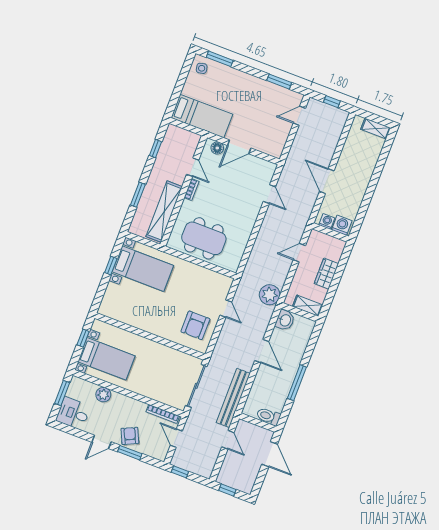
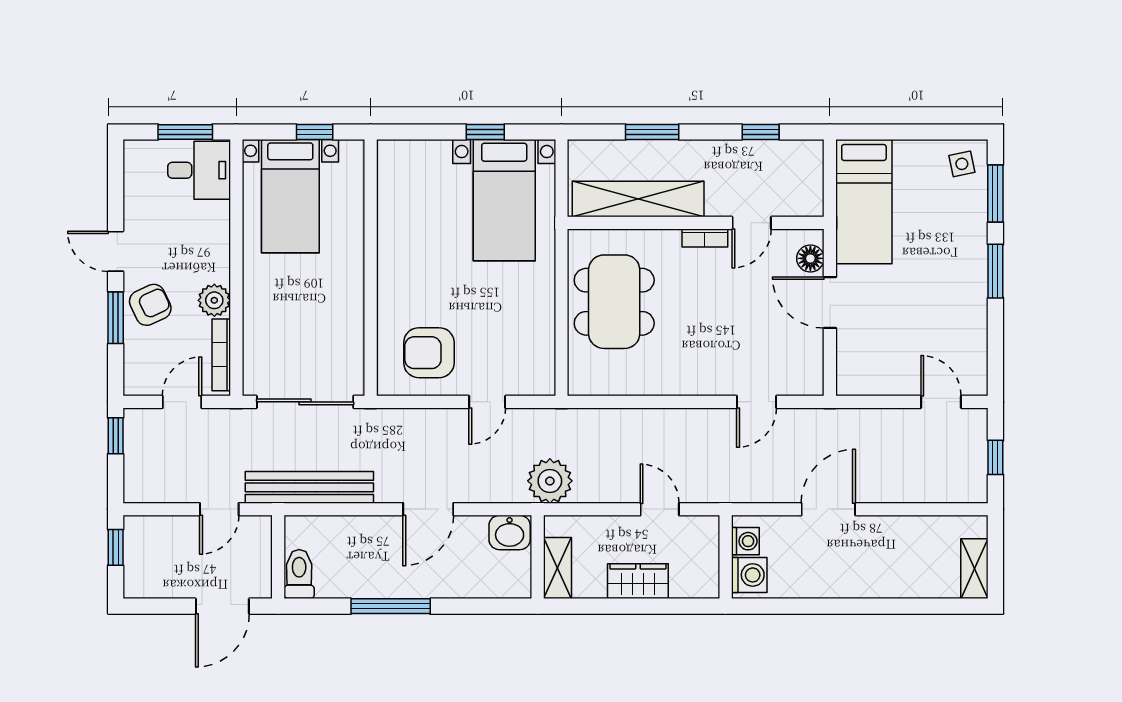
window: (279, 82) -> (995, 271), moved
plant: (103, 395) -> (214, 300), moved
desk: (73, 413) -> (199, 170), moved, turned 90

